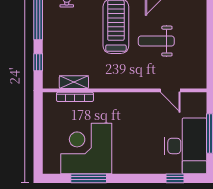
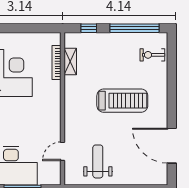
weight bench: (156, 41) -> (98, 161), moved

